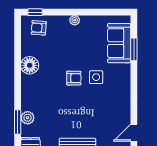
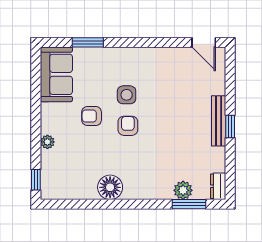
plant: (75, 20) -> (47, 142), moved
armchair: (39, 28) -> (92, 116), moved, turned 86
sofa: (119, 43) -> (56, 74), moved, turned -90

